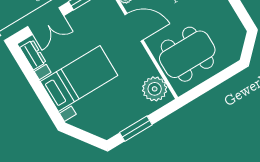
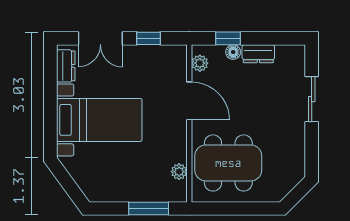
plant: (155, 89) -> (179, 172), width x0.53, depth x0.53
window: (136, 129) -> (149, 209), moved

